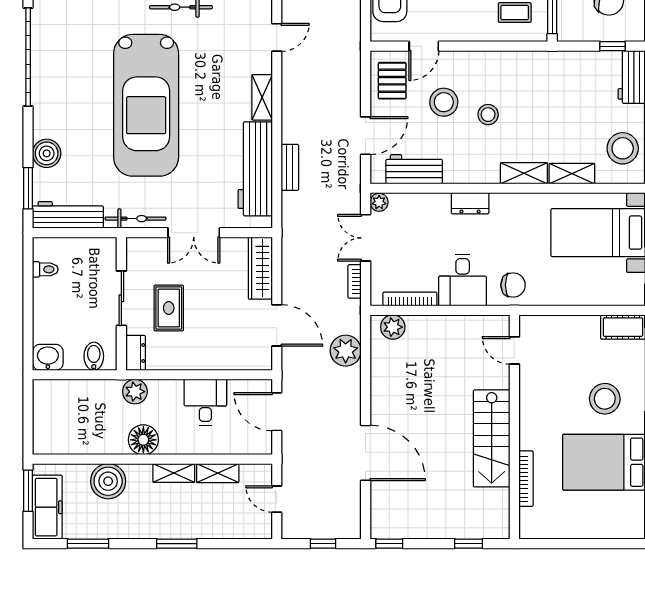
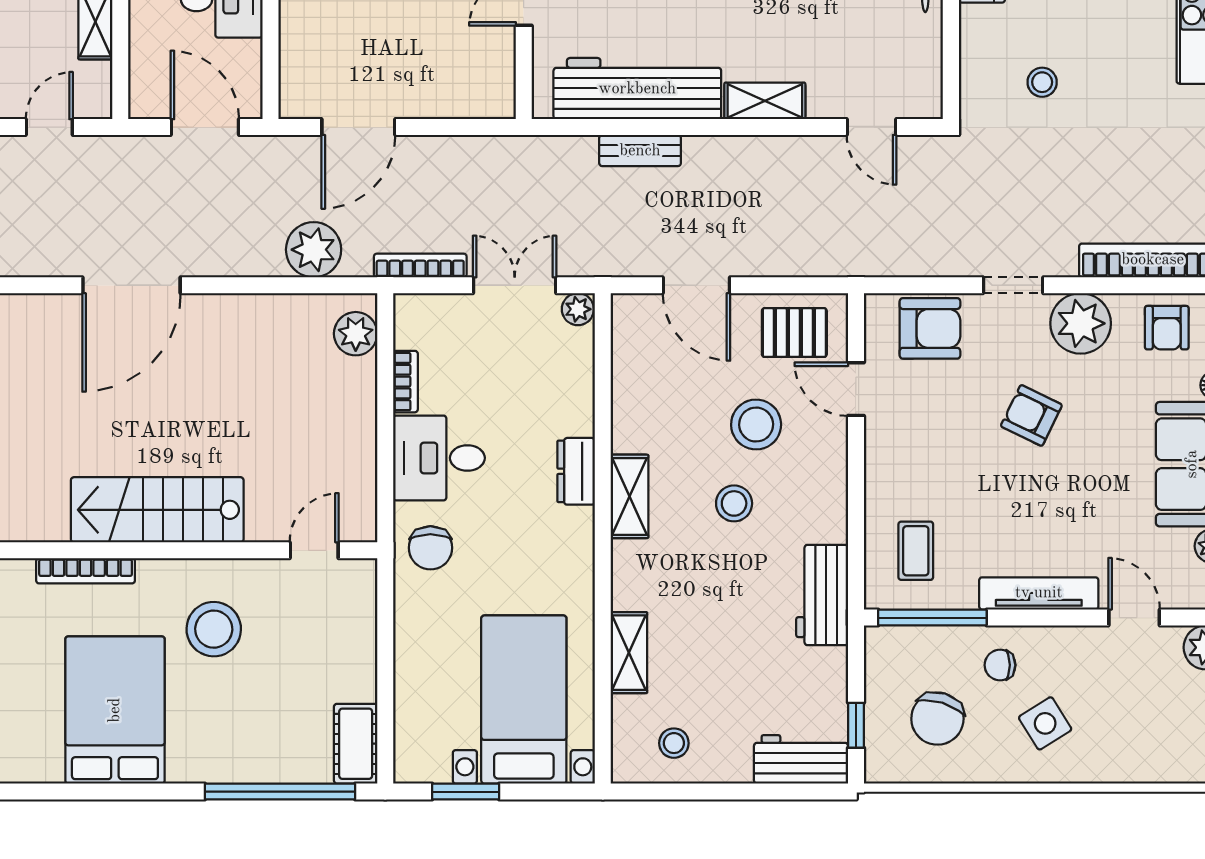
stool: (623, 148) -> (674, 743), width x0.53, depth x0.53
workbench: (414, 169) -> (822, 595), moved, turned 180
shelving: (524, 173) -> (630, 496), moved
wardrobe: (260, 268) -> (461, 98), removed
bookcase: (354, 281) -> (420, 265), width x1.56
bookcase: (410, 299) -> (405, 382), width x0.64
stool: (605, 399) -> (214, 629), moved
door: (277, 412) -> (205, 127), hinge flipped

